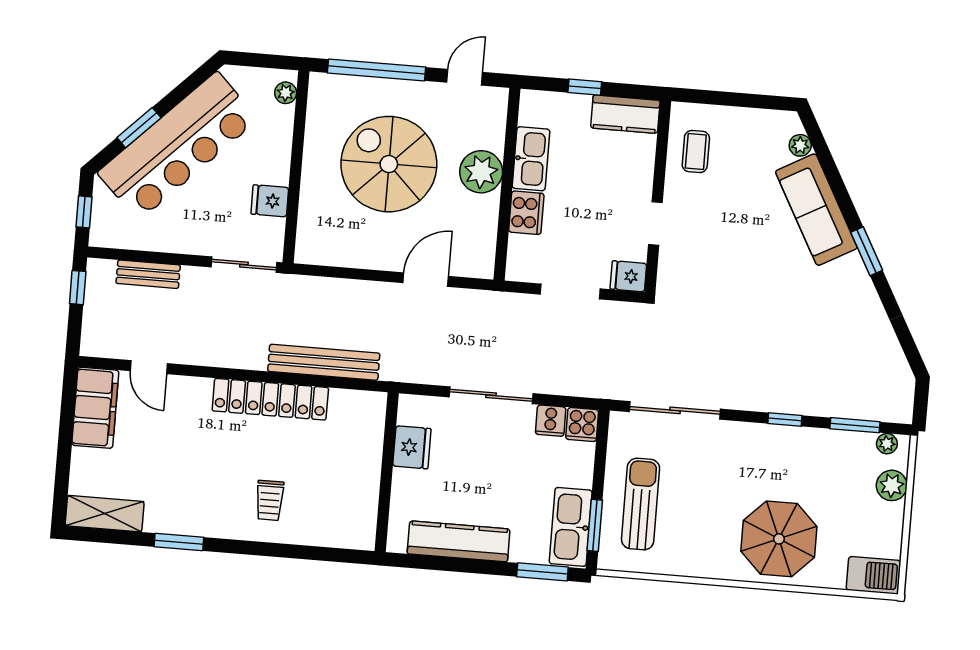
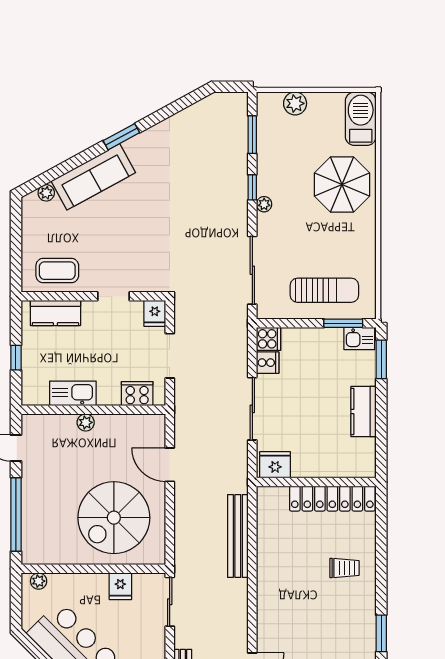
kitchen counter: (625, 114) -> (55, 313), moved, turned 90
coffee table: (696, 152) -> (57, 271), width x1.36, depth x1.30
spiral stairs: (389, 164) -> (114, 518), moved
plant: (481, 172) -> (86, 422), width x0.53, depth x0.53
cooker: (526, 213) -> (137, 394), moved
locker: (270, 399) -> (332, 499), moved, turned 90
plant: (887, 444) -> (264, 204), moved
fridge: (412, 447) -> (275, 465), moved
sun lounger: (641, 504) -> (324, 290), turned 180
kitchen sink: (571, 527) -> (359, 338), width x0.53, depth x0.81
kitchen counter: (459, 541) -> (364, 412), width x0.67
barbecue: (874, 575) -> (361, 119), width x1.37, depth x1.21

